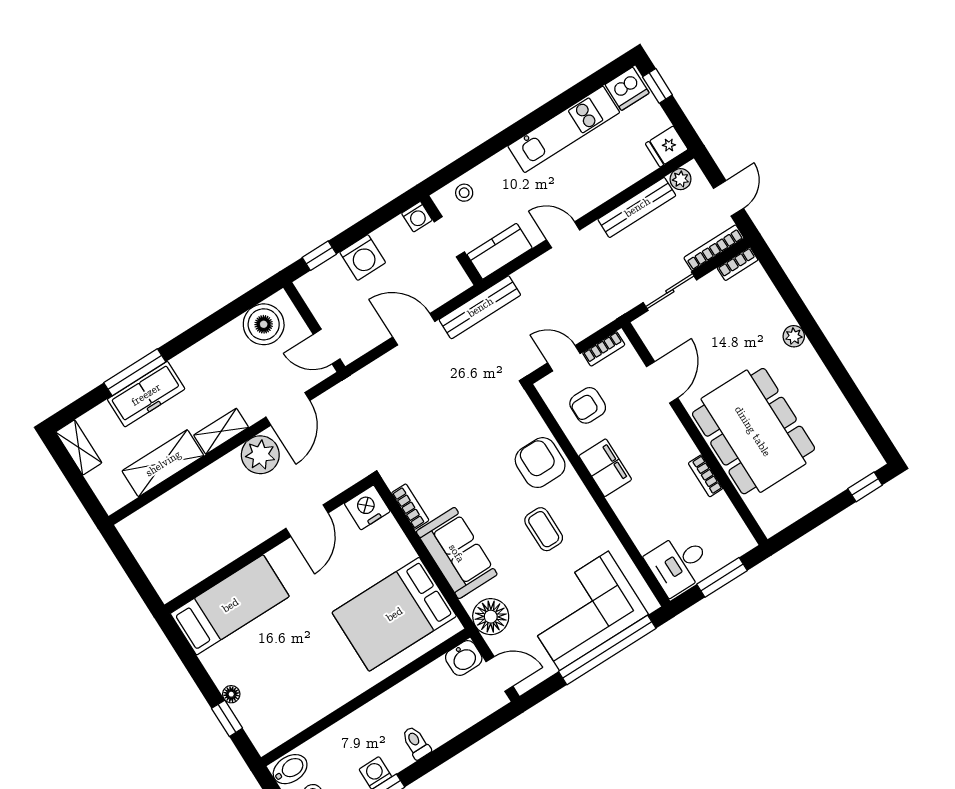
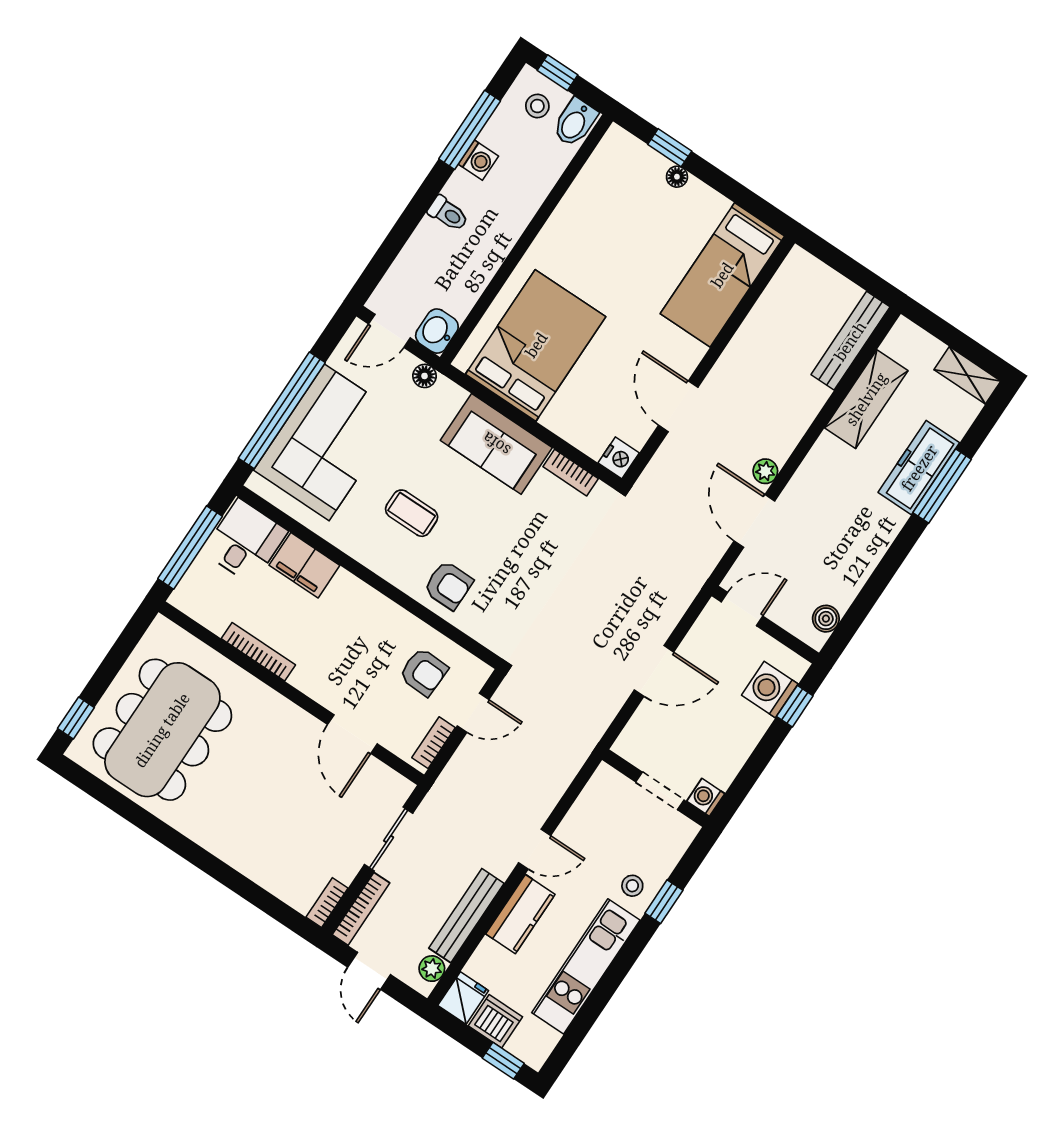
dishwasher: (627, 89) -> (495, 1021), moved, turned 90
window: (483, 152) -> (664, 902), added
stool: (464, 193) -> (632, 886), moved
kitchen counter: (500, 251) -> (520, 914), moved
washing machine: (363, 257) -> (770, 690), moved
bench: (480, 307) -> (850, 341), moved
boiler: (264, 324) -> (826, 619), width x0.54, depth x0.54
plant: (794, 336) -> (229, 850), removed
armchair: (588, 405) -> (424, 672), turned 92
shelving: (221, 431) -> (817, 463), removed
dining table: (753, 431) -> (162, 730), moved, turned 90
plant: (260, 455) -> (765, 471), width x0.53, depth x0.53
armchair: (540, 463) -> (448, 585), width x0.72, depth x0.72
filing cabinet: (605, 468) -> (304, 565), moved
bookcase: (705, 476) -> (258, 652), width x1.56
nightstand: (367, 507) -> (619, 458), width x0.74, depth x0.75
window: (722, 577) -> (190, 547), width x1.44
floor lamp: (491, 617) -> (424, 376), width x0.53, depth x0.53

